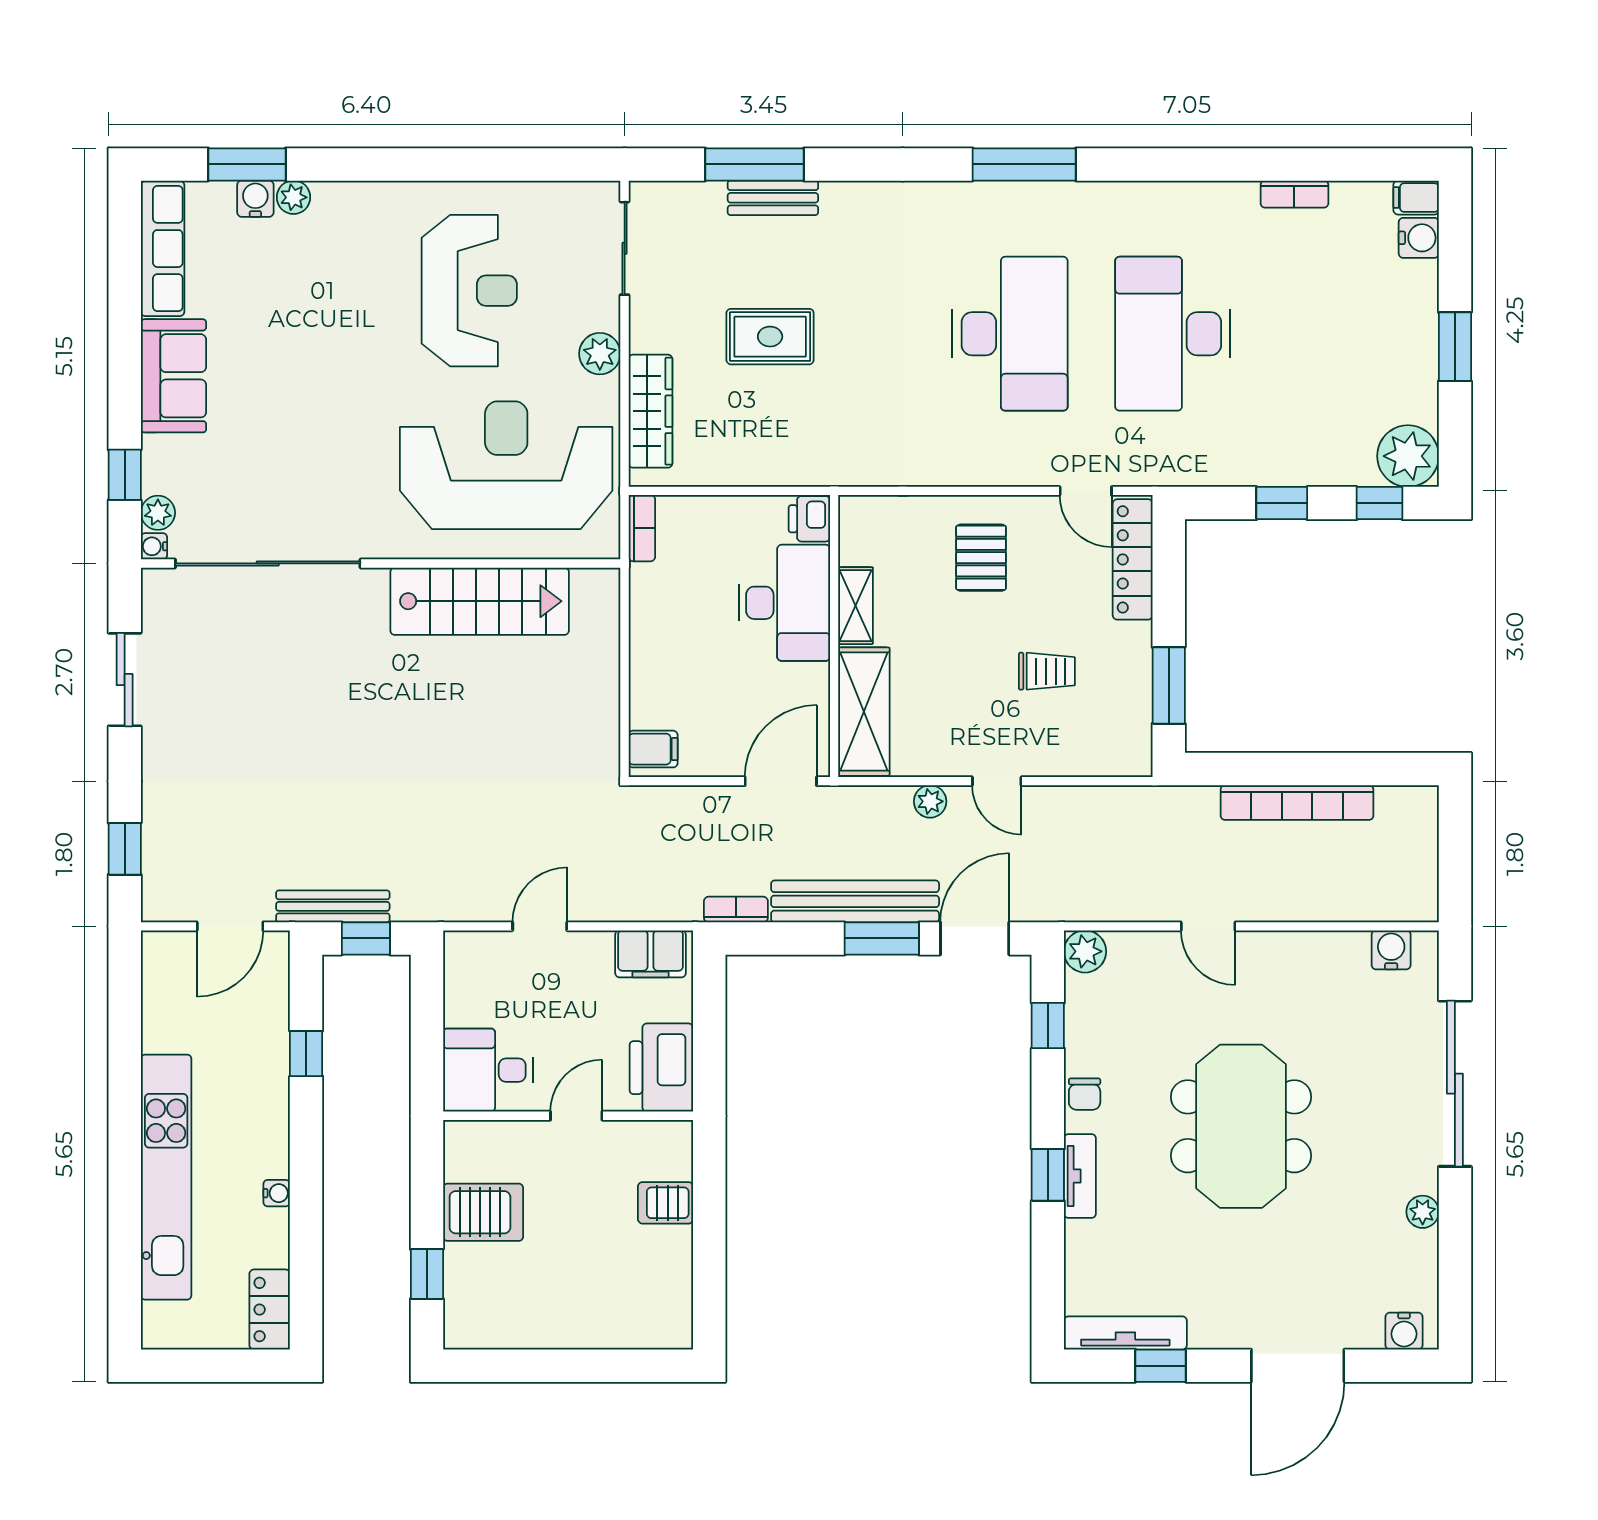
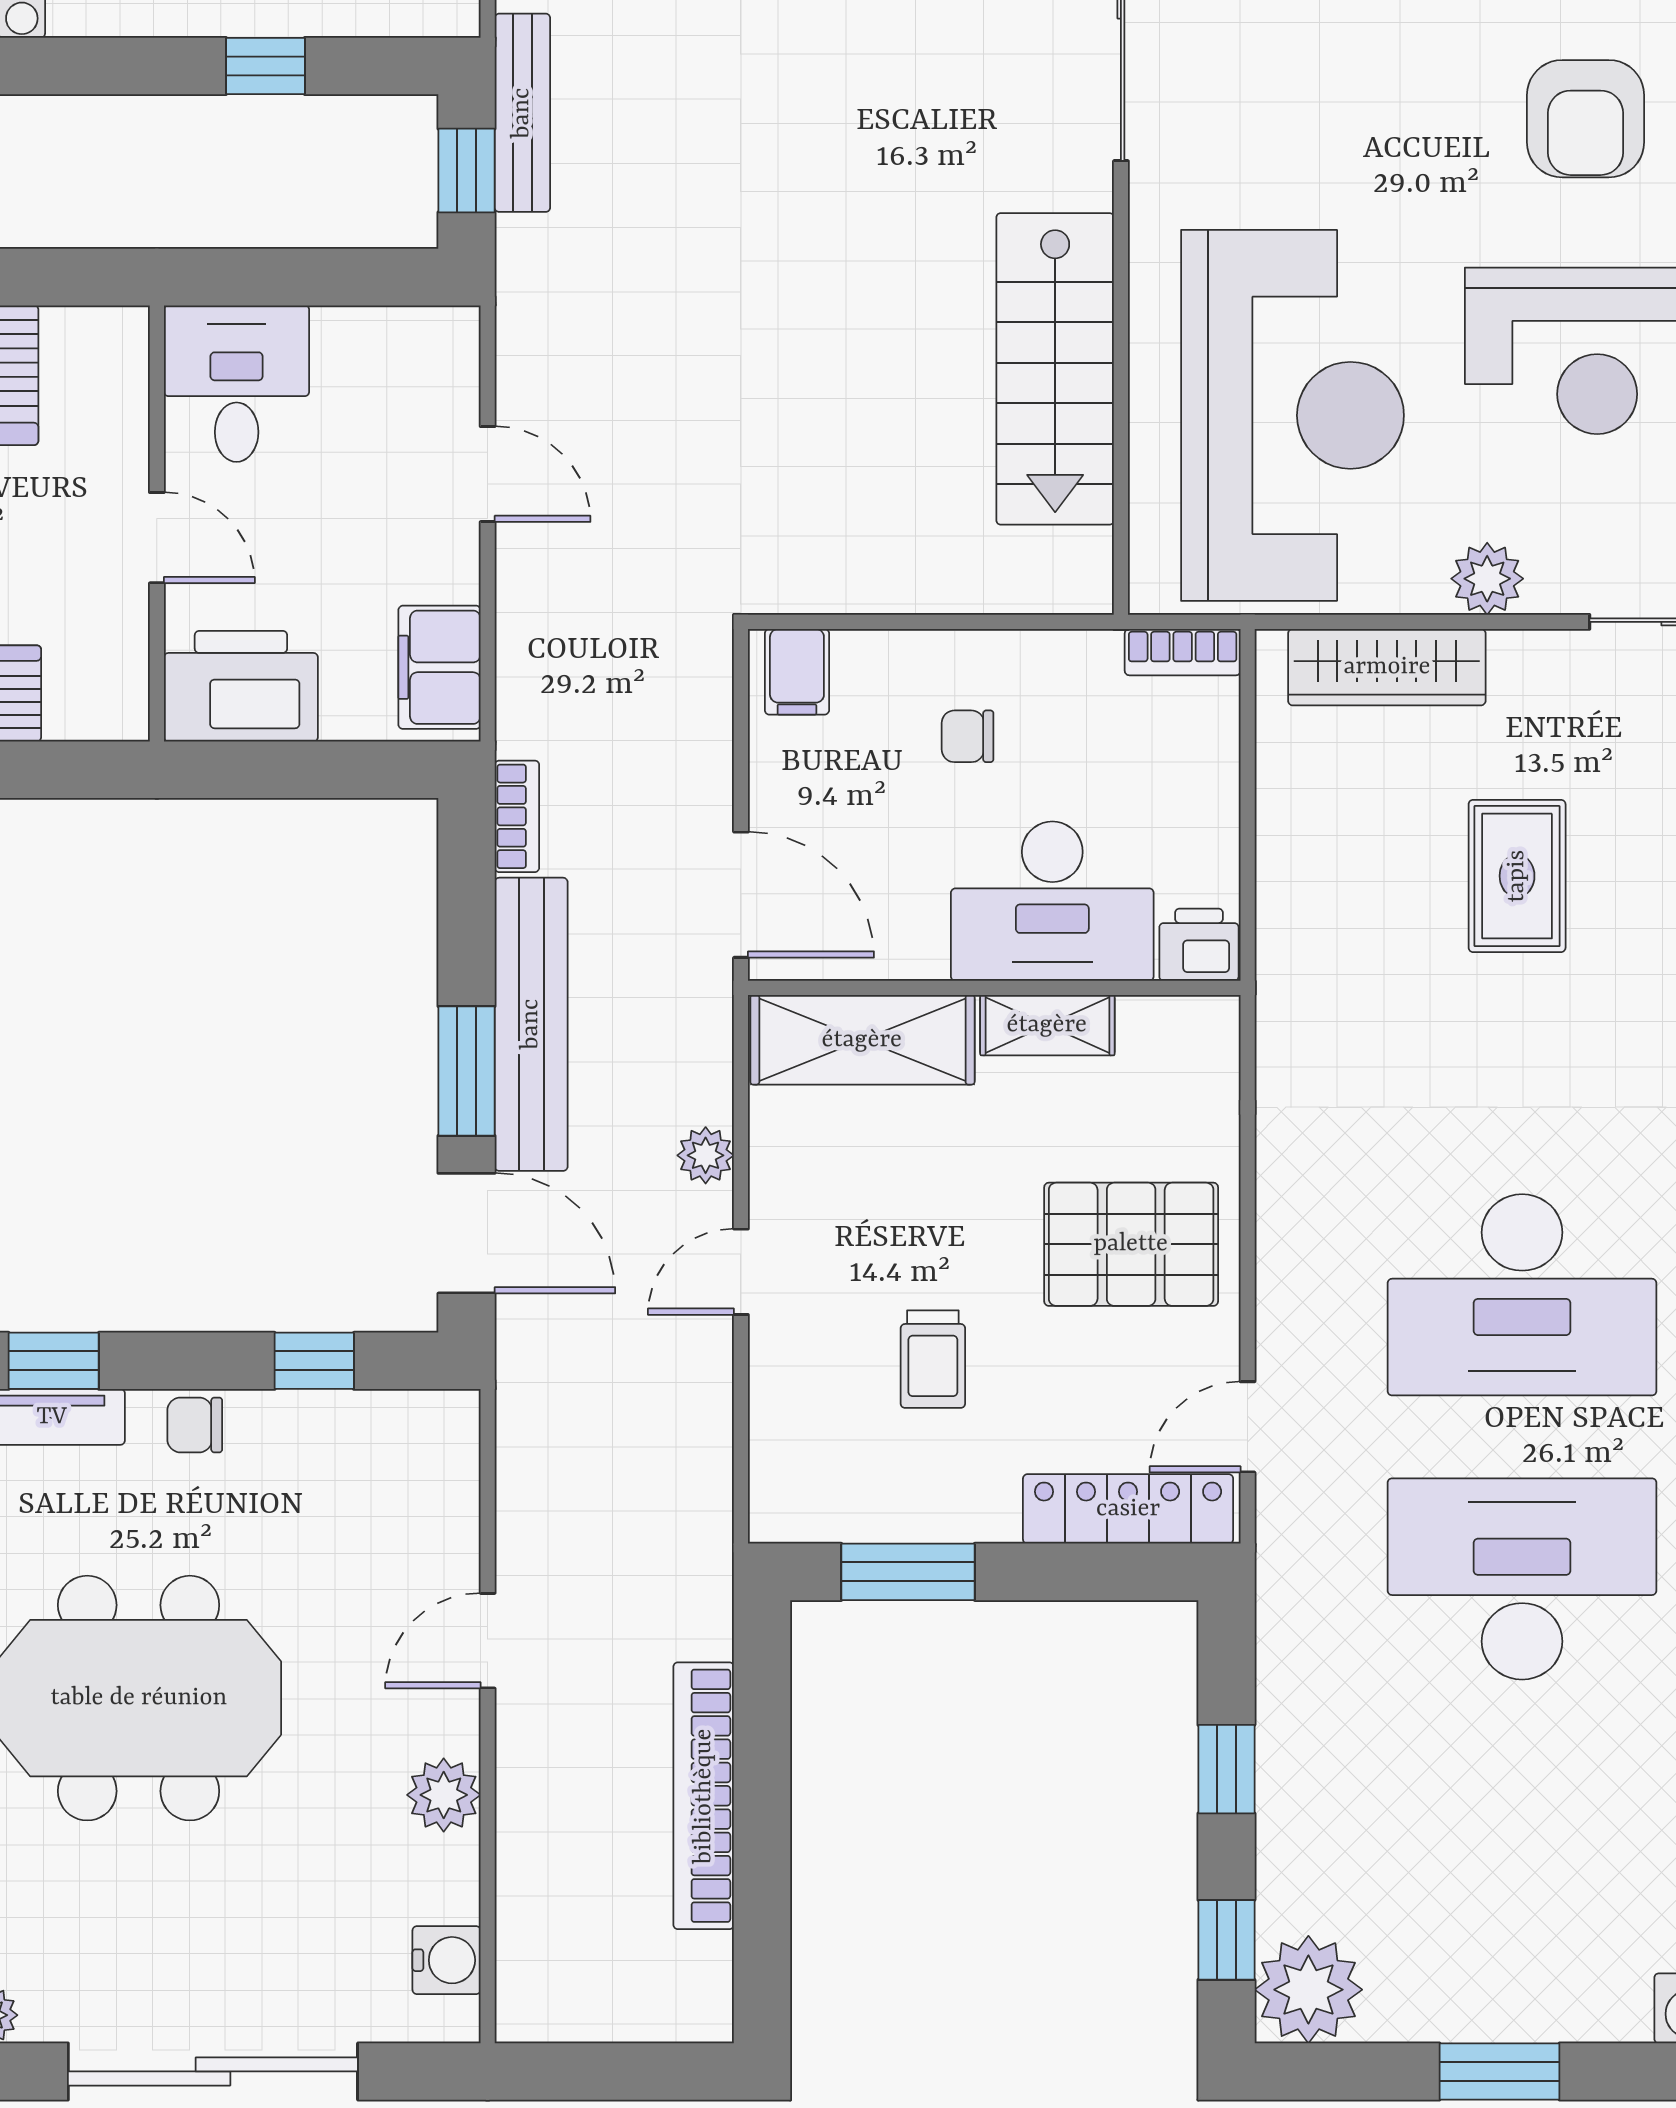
armchair: (336, 297) -> (1586, 119), added
pallet: (981, 558) -> (1131, 1244), width x1.50, depth x1.42
chair: (690, 651) -> (968, 736), added
plant: (1085, 951) -> (444, 1795), moved

